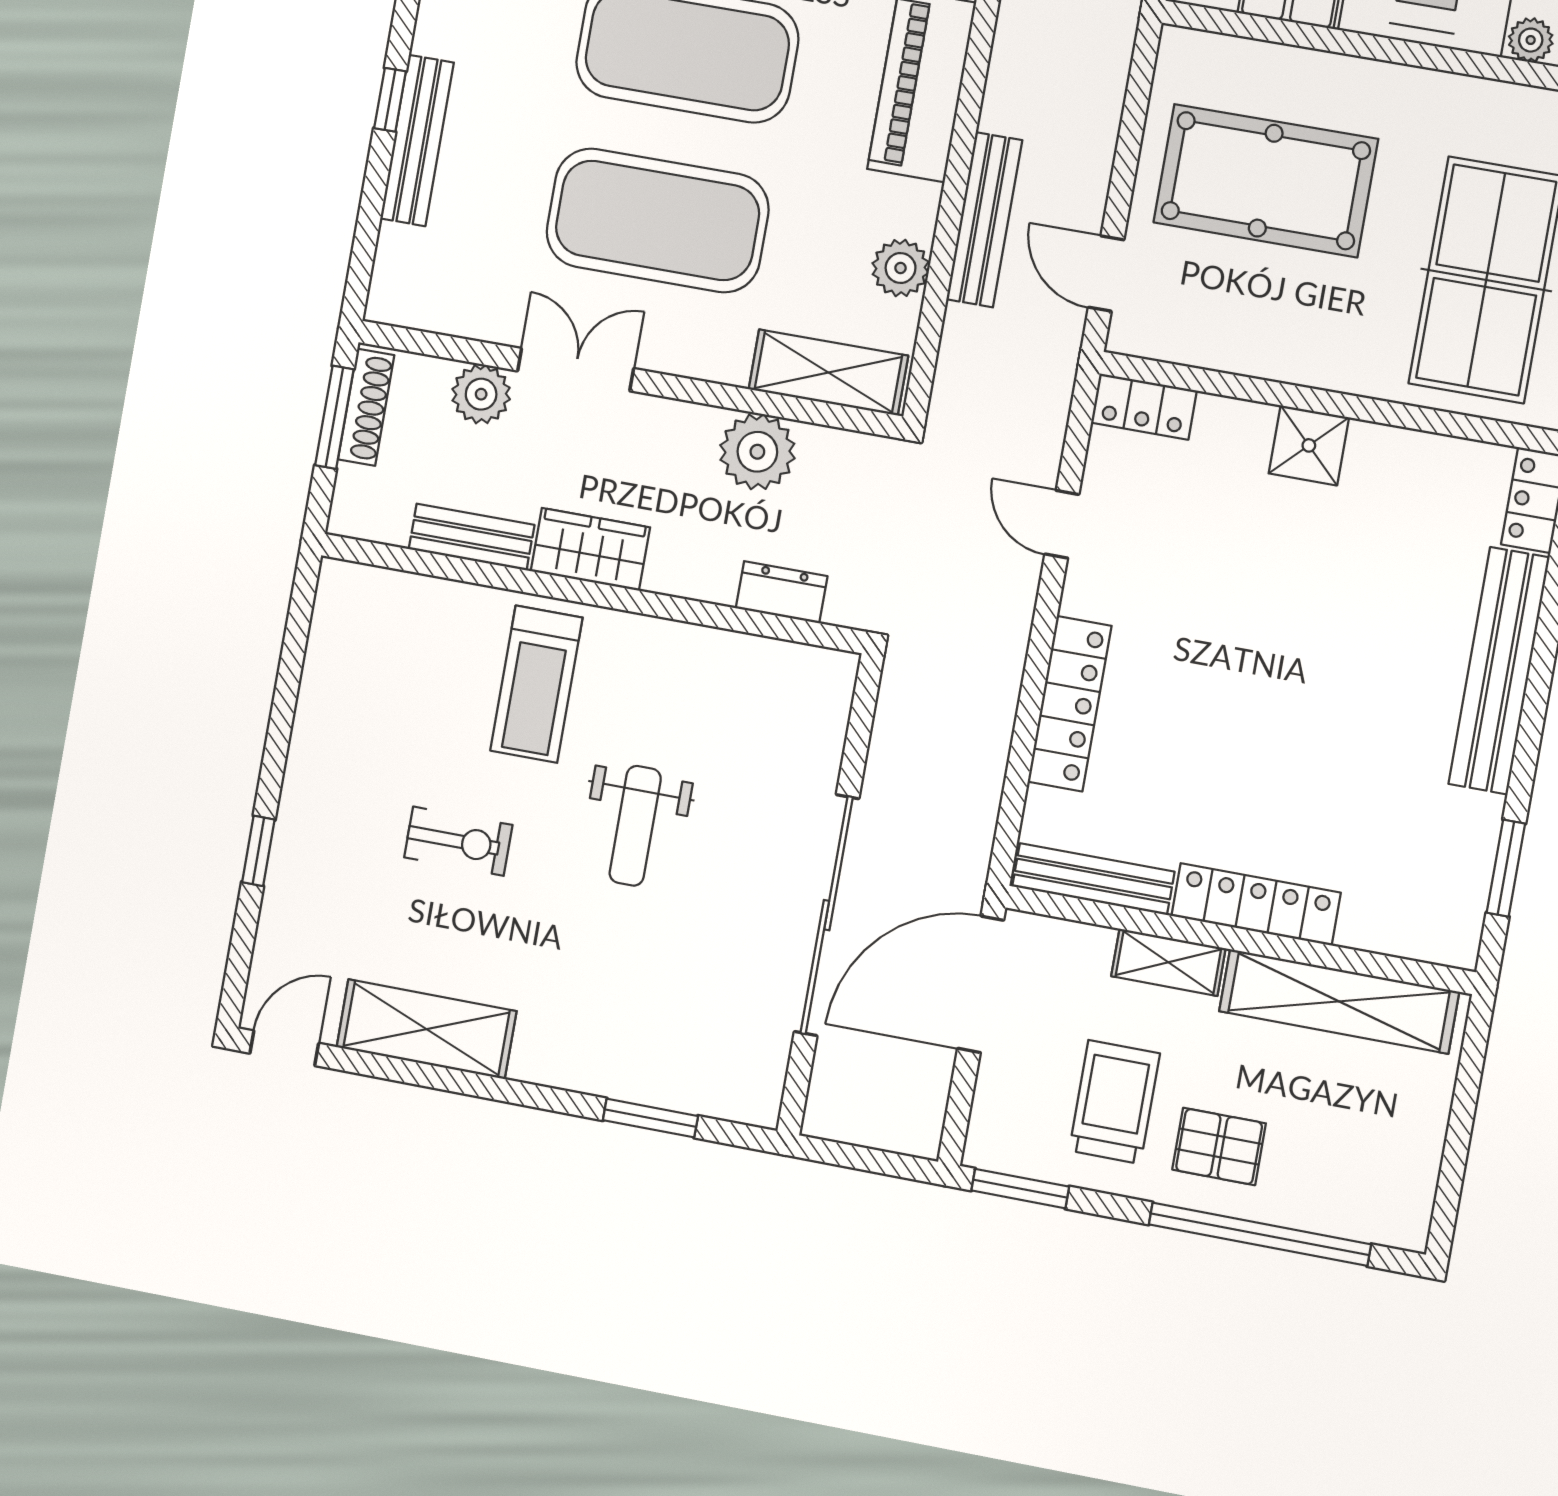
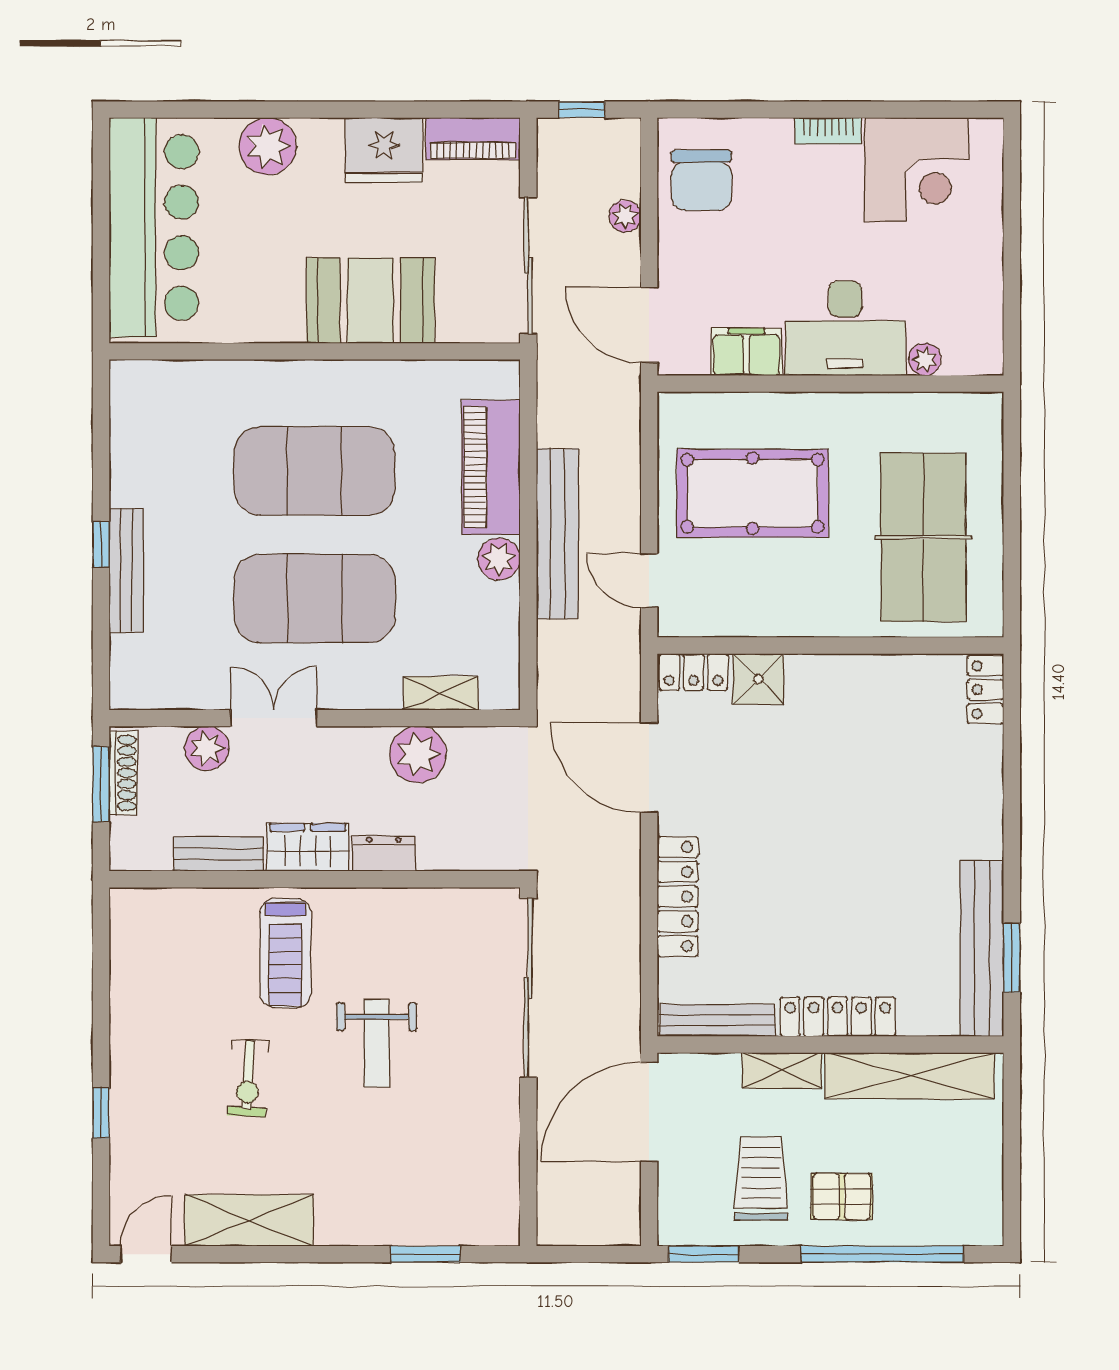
bench: (984, 220) -> (558, 534), width x1.37, depth x1.21
plant: (901, 268) -> (499, 559), moved
shelving: (828, 372) -> (441, 693), width x0.67, depth x0.75
shower: (1309, 445) -> (758, 679), moved
door: (1062, 524) -> (649, 768), width x1.87
dresser: (782, 592) -> (384, 854), moved
bench: (1499, 671) -> (982, 949), moved
exercise bike: (458, 841) -> (248, 1078), turned 93
sliding door: (827, 915) -> (528, 988), moved

